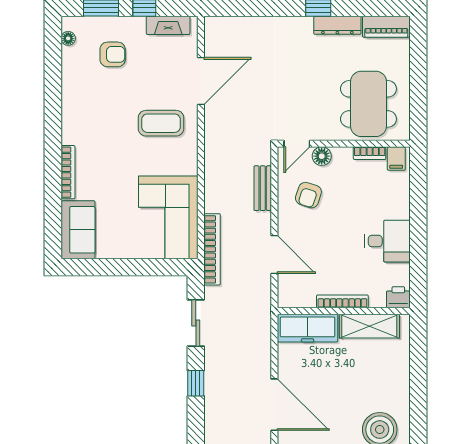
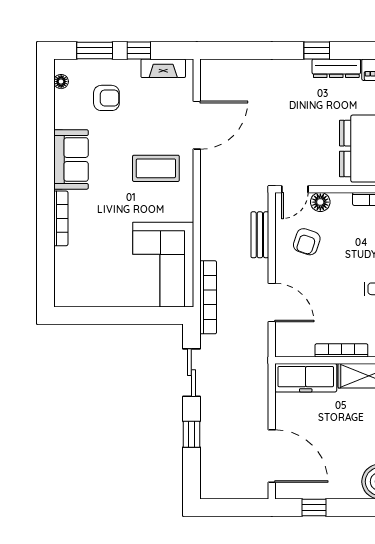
sofa: (78, 230) -> (71, 159), moved

